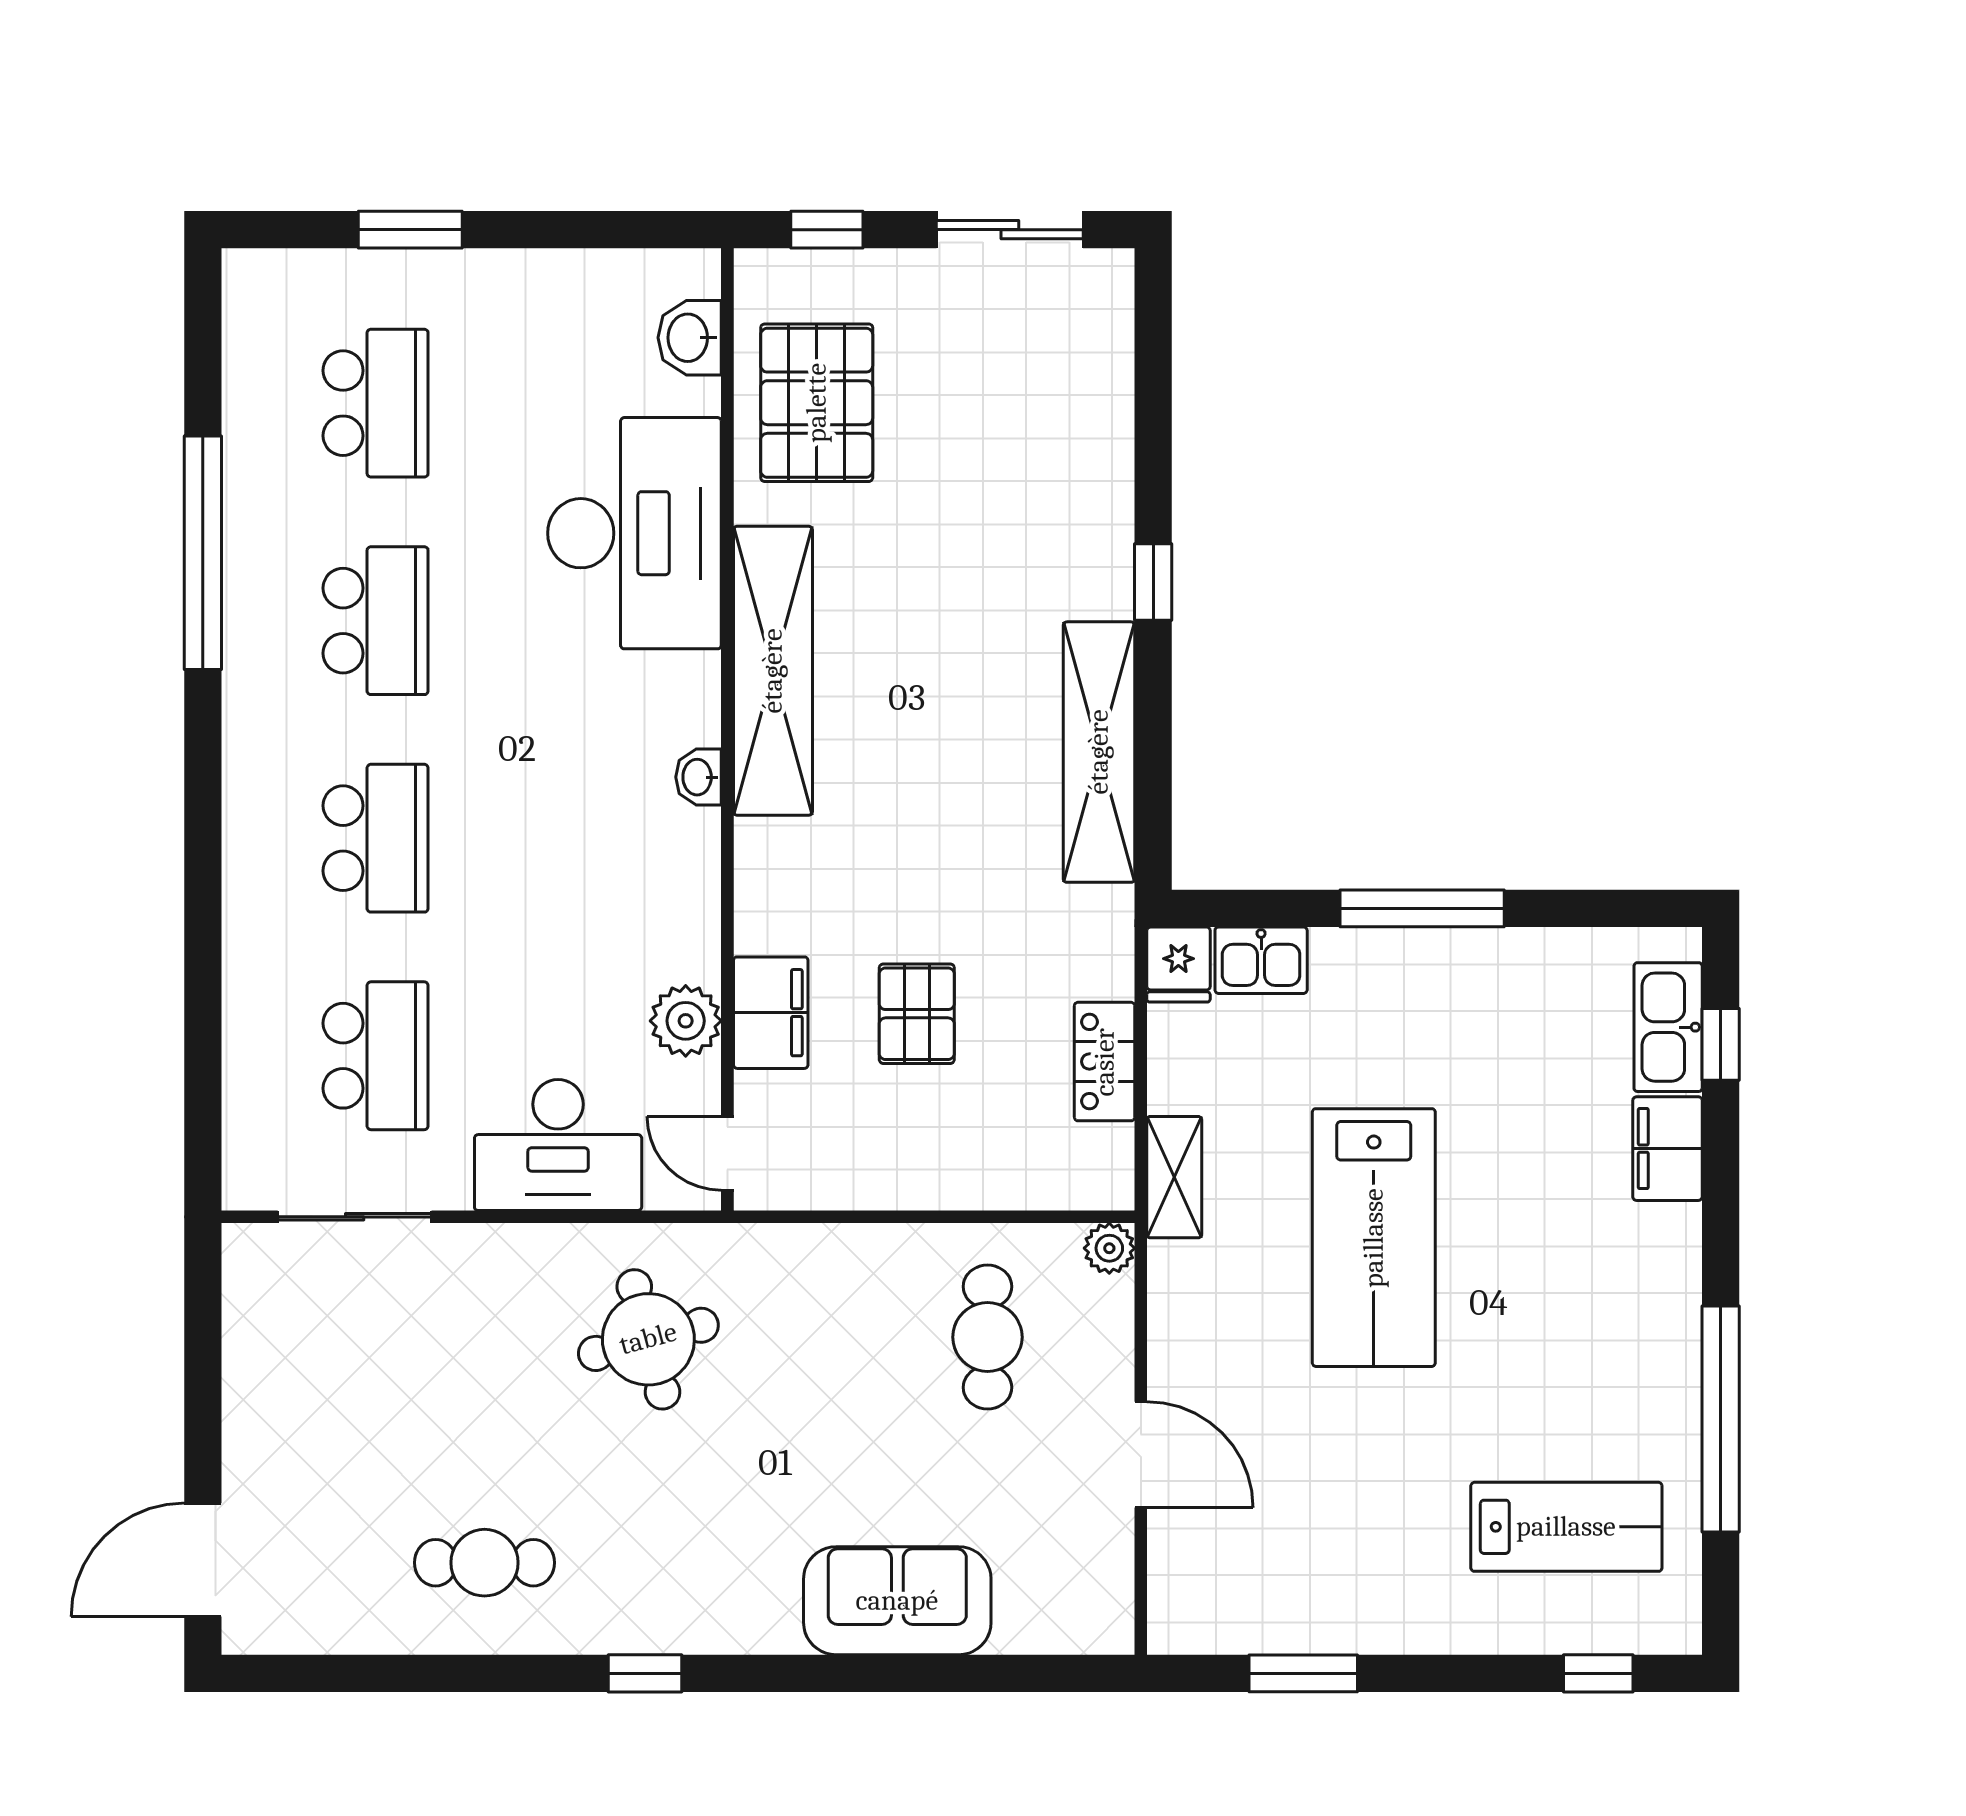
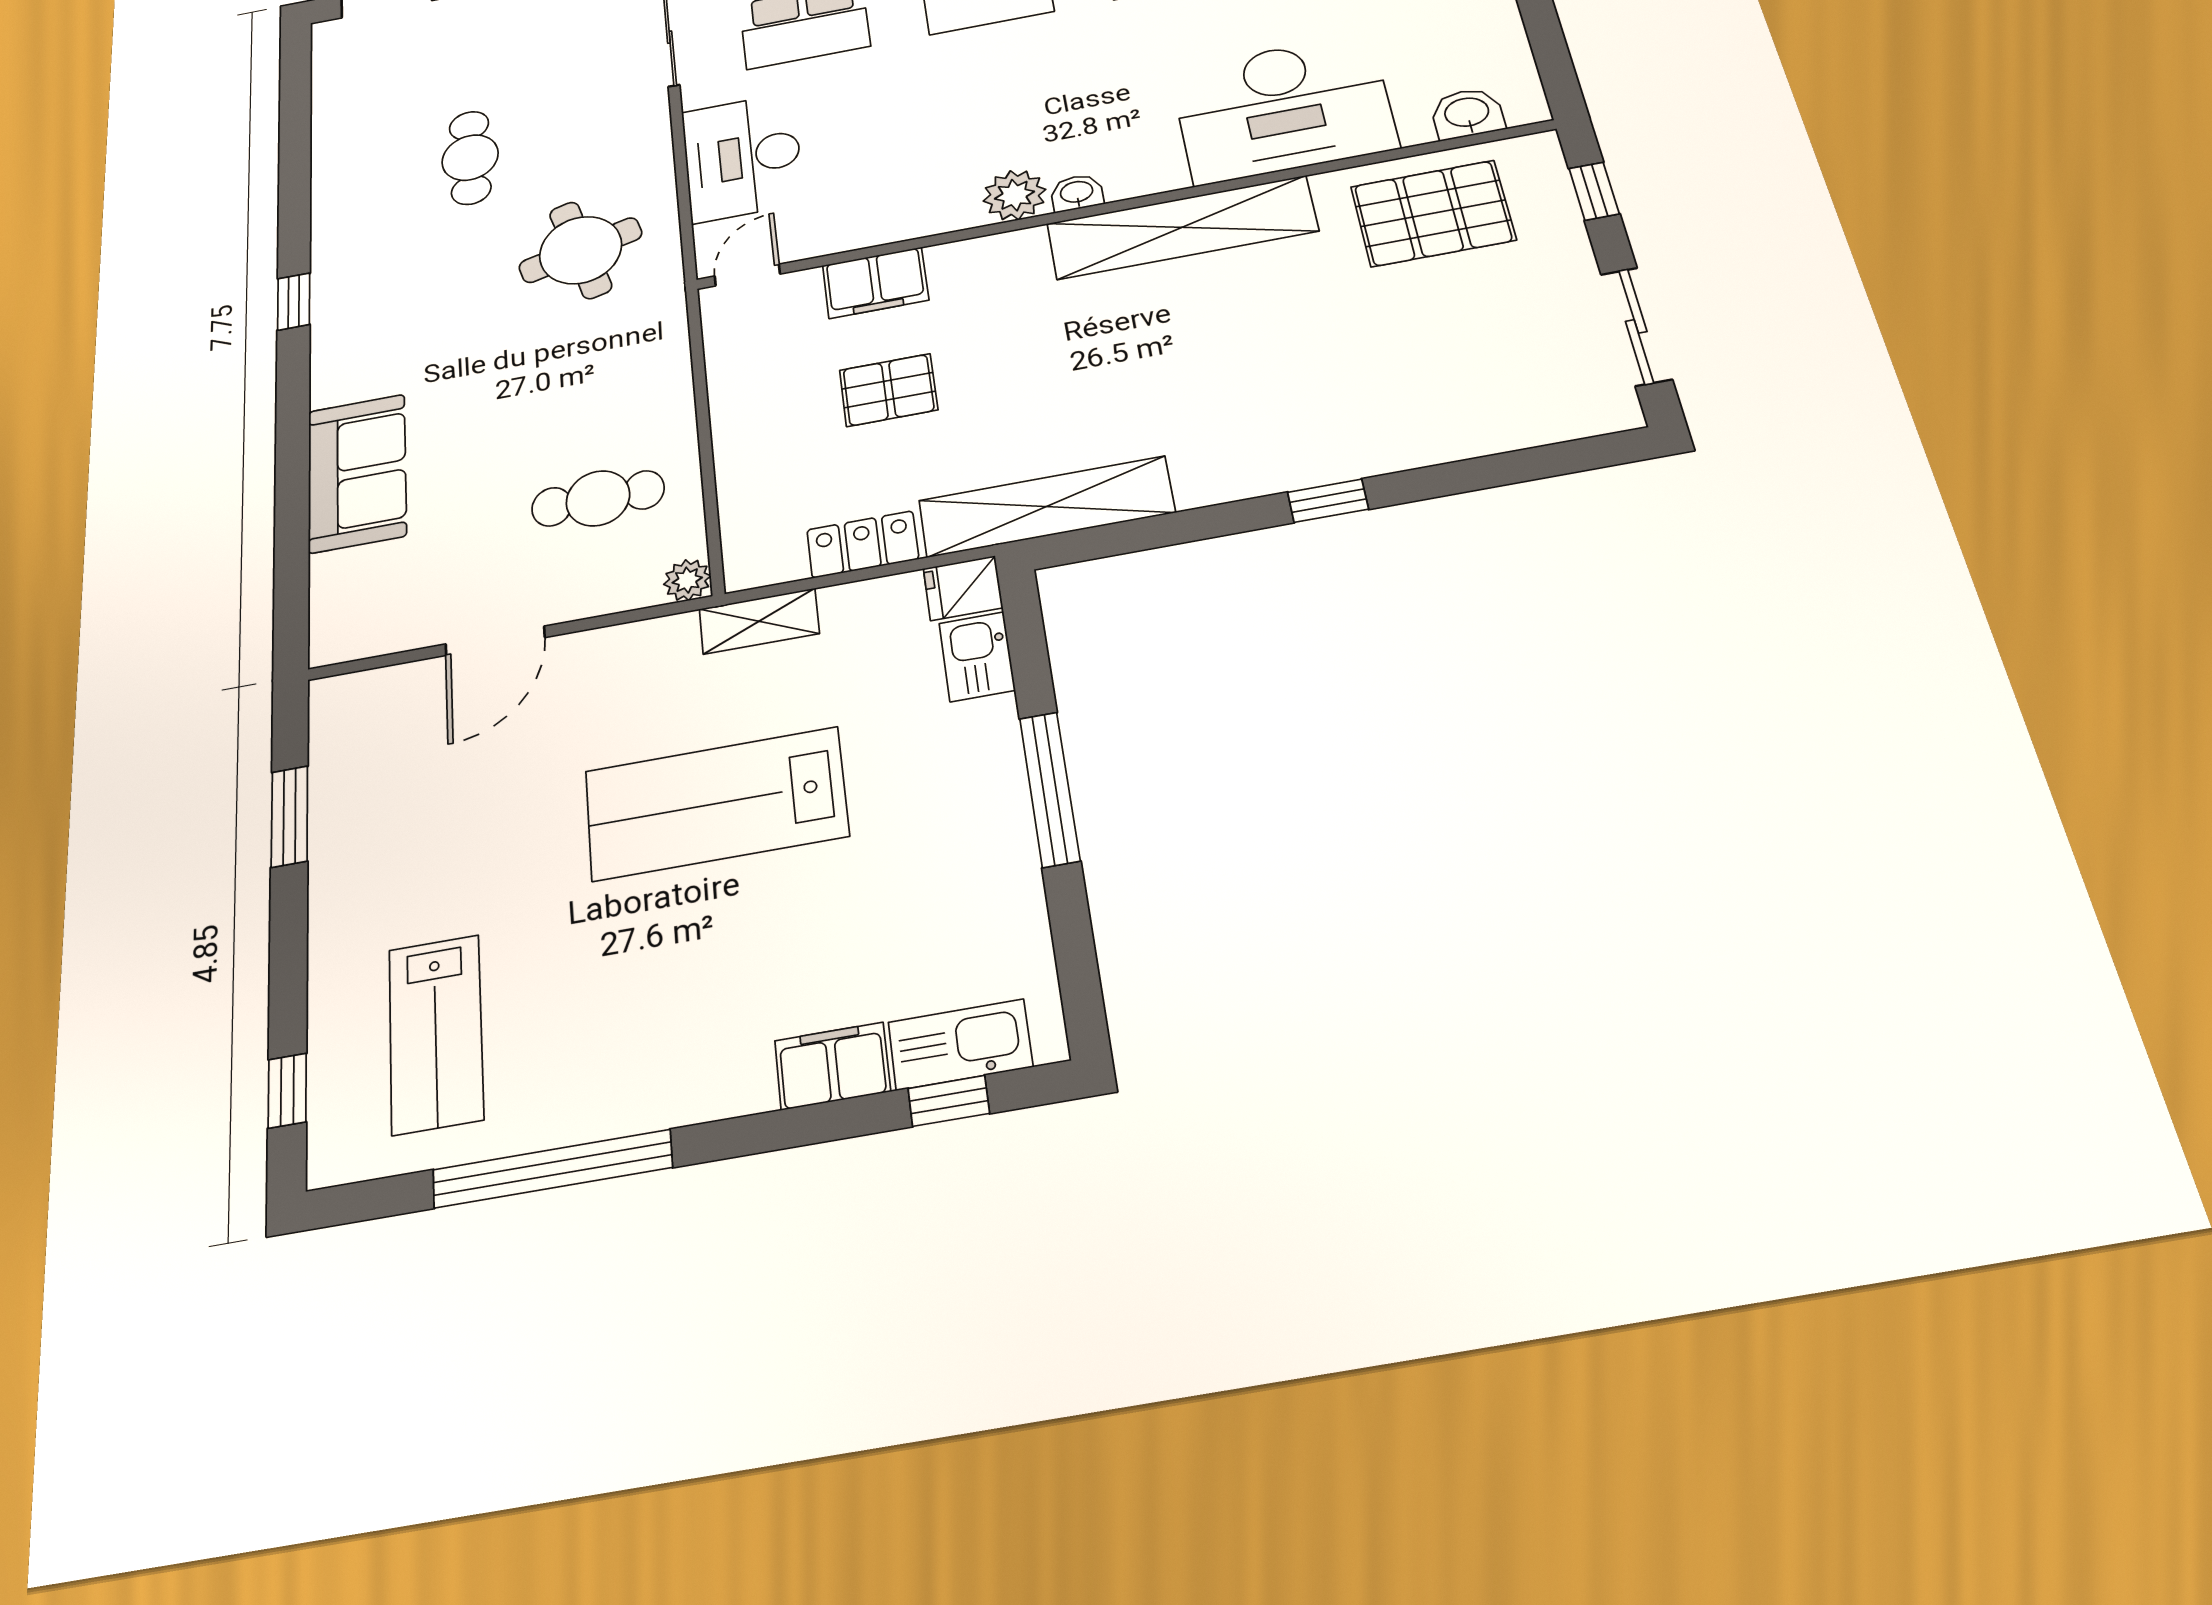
shelving: (1099, 752) -> (1046, 507), moved
plant: (686, 1021) -> (1014, 195), moved
cafe table: (484, 1563) -> (470, 158), moved

